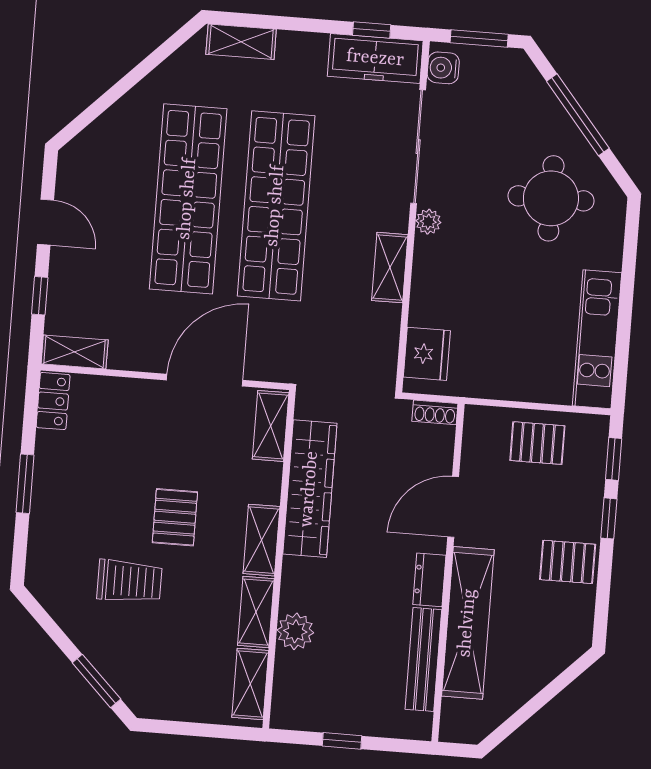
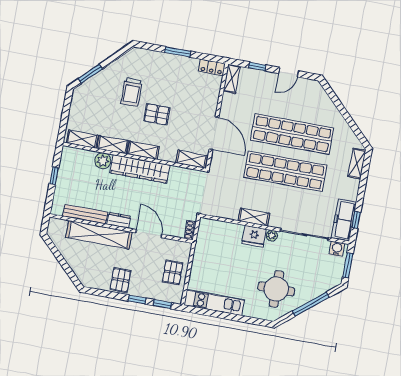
fridge: (427, 354) -> (254, 236), moved
wardrobe: (310, 489) -> (140, 169), moved

